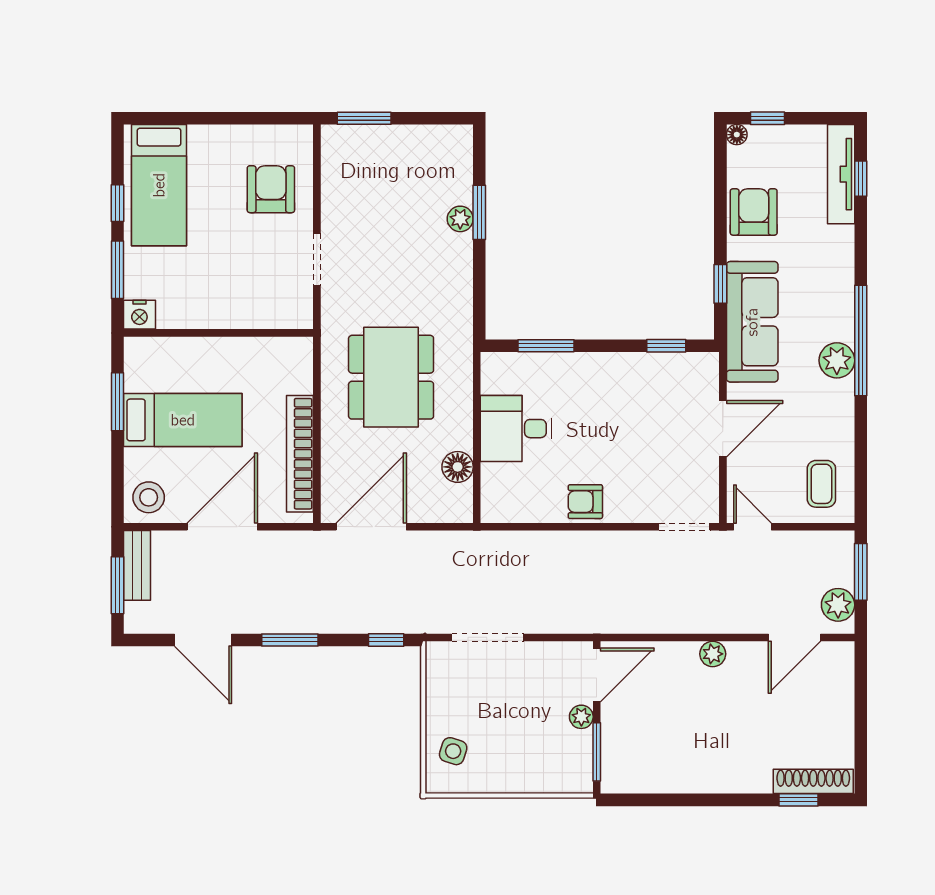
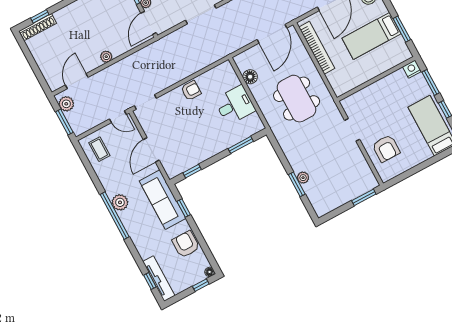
armchair: (754, 212) -> (186, 244), turned 180

